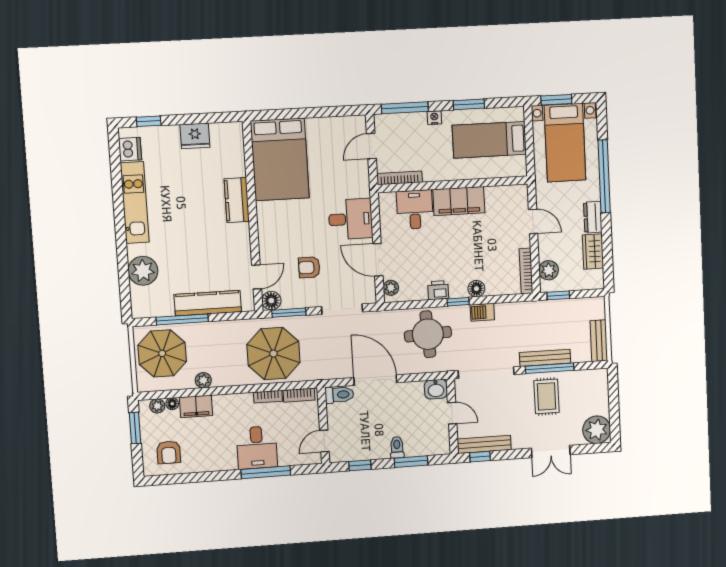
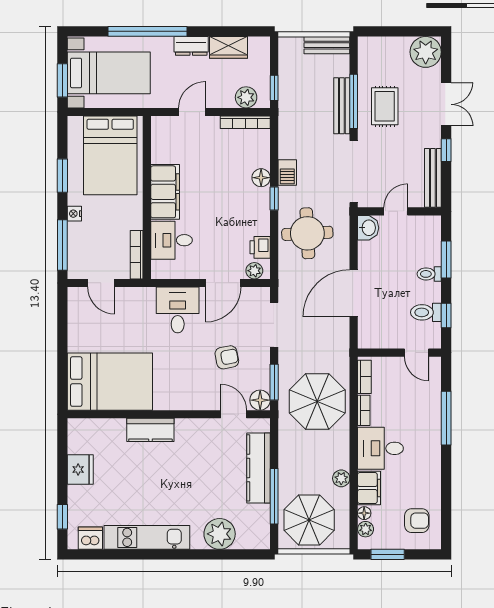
bed: (489, 140) -> (110, 155), width x1.50
armchair: (309, 267) -> (227, 357), turned -101
printer: (438, 290) -> (260, 247), moved
toilet: (339, 395) -> (426, 312), moved, turned -90
rug: (547, 396) -> (385, 106), turned 90
desk: (257, 448) -> (380, 448), moved, turned 180
window: (480, 457) -> (446, 150), moved

